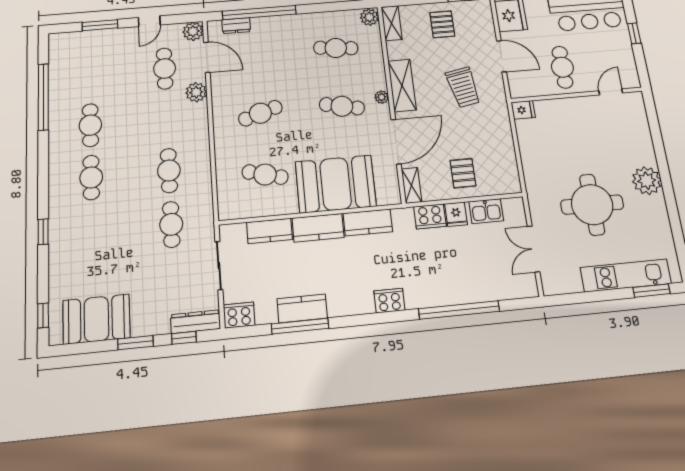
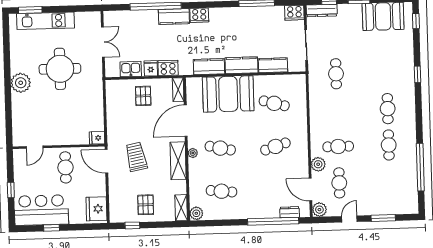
door: (502, 56) -> (106, 161), moved
cafe table: (169, 171) -> (338, 147), moved, turned 90
kitchen counter: (302, 308) -> (174, 17), moved

